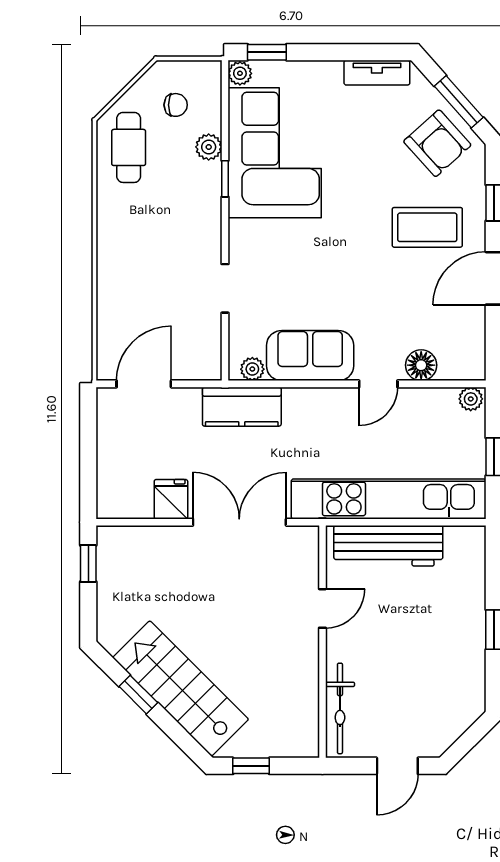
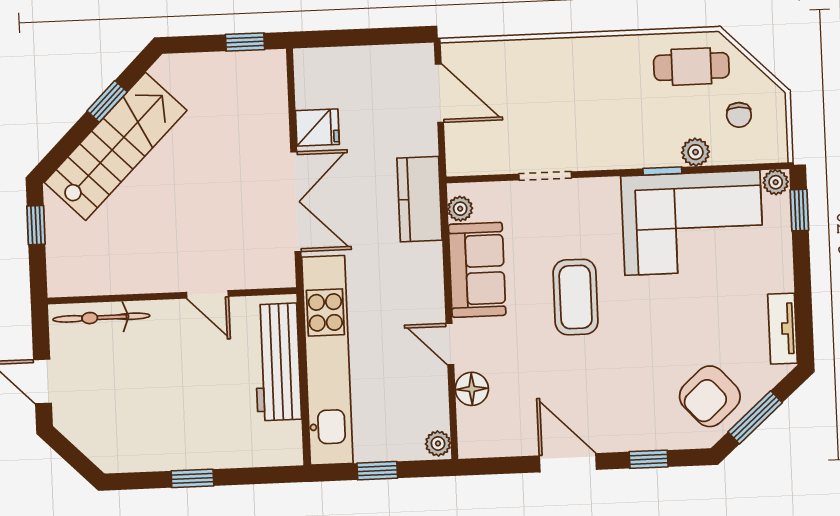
coffee table: (427, 227) -> (576, 297), moved

